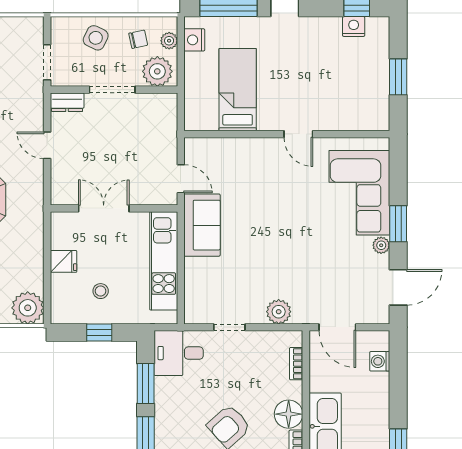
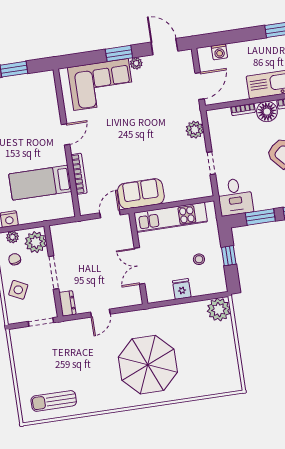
bookcase: (242, 145) -> (79, 174), added
bookcase: (296, 364) -> (243, 110), moved

